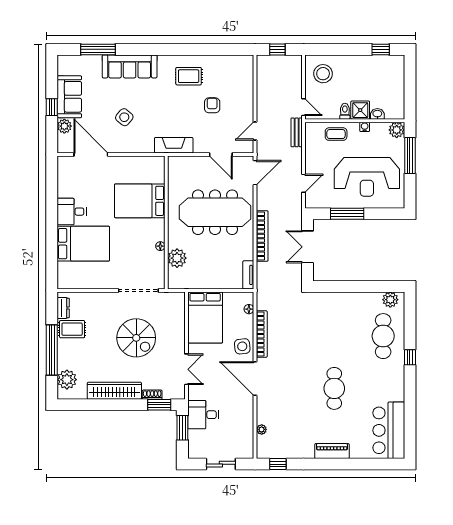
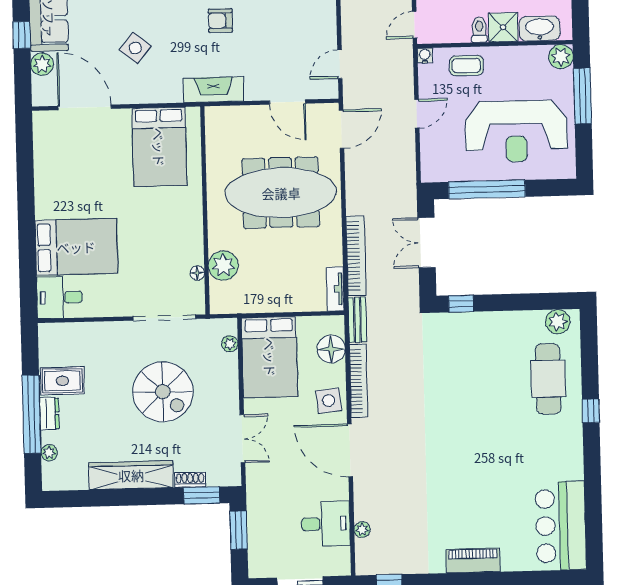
armchair: (212, 105) -> (220, 21), moved, turned -90
door: (304, 107) -> (415, 25), swing flipped
washbasin: (377, 114) -> (540, 28), width x1.91, depth x1.45
water cooler: (365, 127) -> (425, 55), moved
bench: (297, 132) -> (357, 320), moved
door: (304, 183) -> (417, 114), moved
bed: (140, 201) -> (159, 147), moved, turned -90
desk: (72, 212) -> (59, 297), moved
window: (347, 214) -> (487, 189), width x1.46
bookcase: (262, 236) -> (356, 256), moved
floor lamp: (160, 246) -> (197, 273), moved
window: (329, 286) -> (461, 304), added
dresser: (63, 308) -> (49, 414), moved
plant: (180, 308) -> (230, 344), added
floor lamp: (249, 309) -> (331, 349), width x1.89, depth x1.89
plant: (67, 380) -> (49, 453), width x0.53, depth x0.53
cafe table: (334, 388) -> (474, 463), removed
desk: (203, 415) -> (326, 524), moved, turned 180

